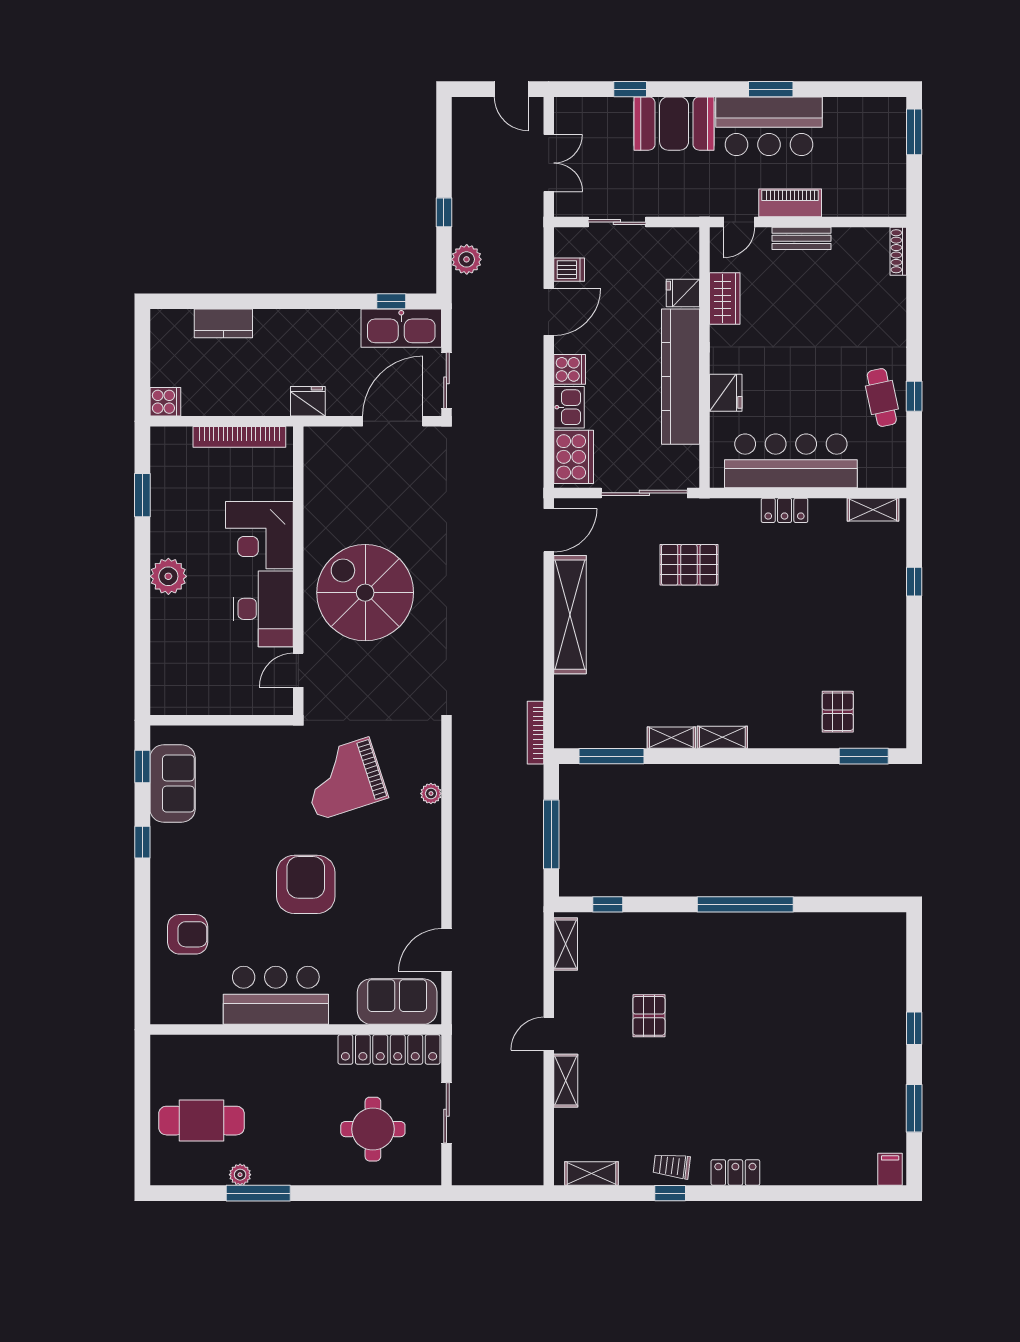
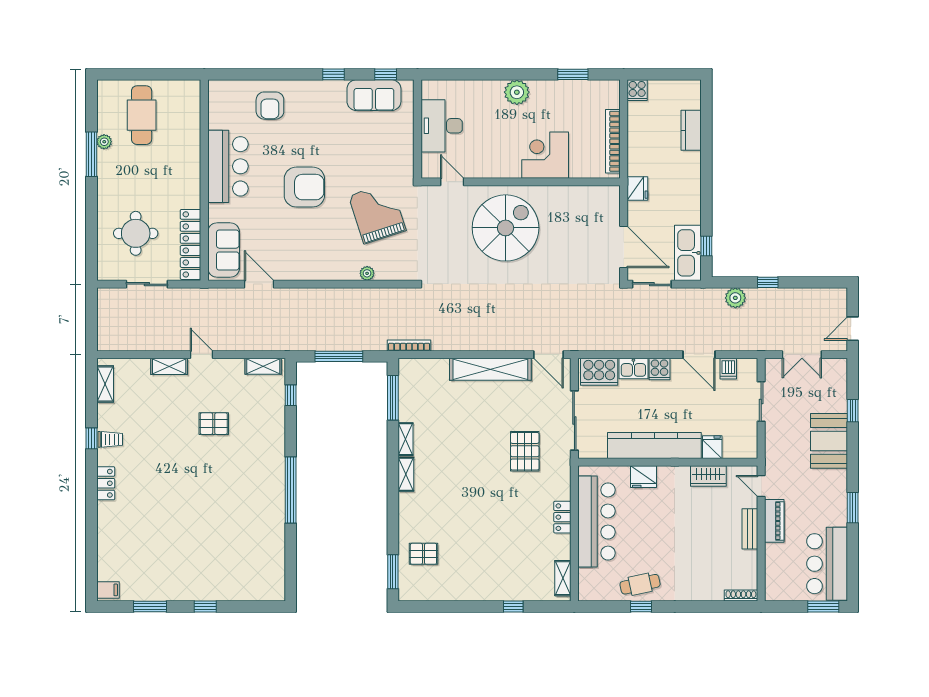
bar counter: (769, 126) -> (827, 564), moved
desk: (263, 609) -> (442, 126), moved, turned 90
trolley: (672, 1166) -> (110, 439), turned 83

